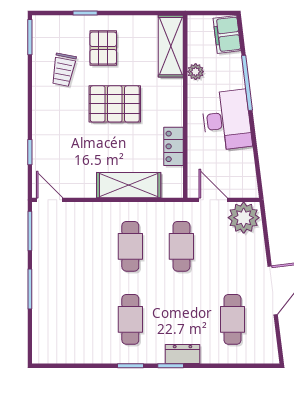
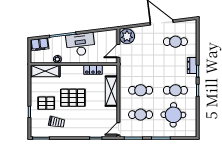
pallet: (115, 104) -> (73, 98), turned 90
cafe table: (181, 246) -> (141, 115), moved
round table: (79, 315) -> (173, 115), added

